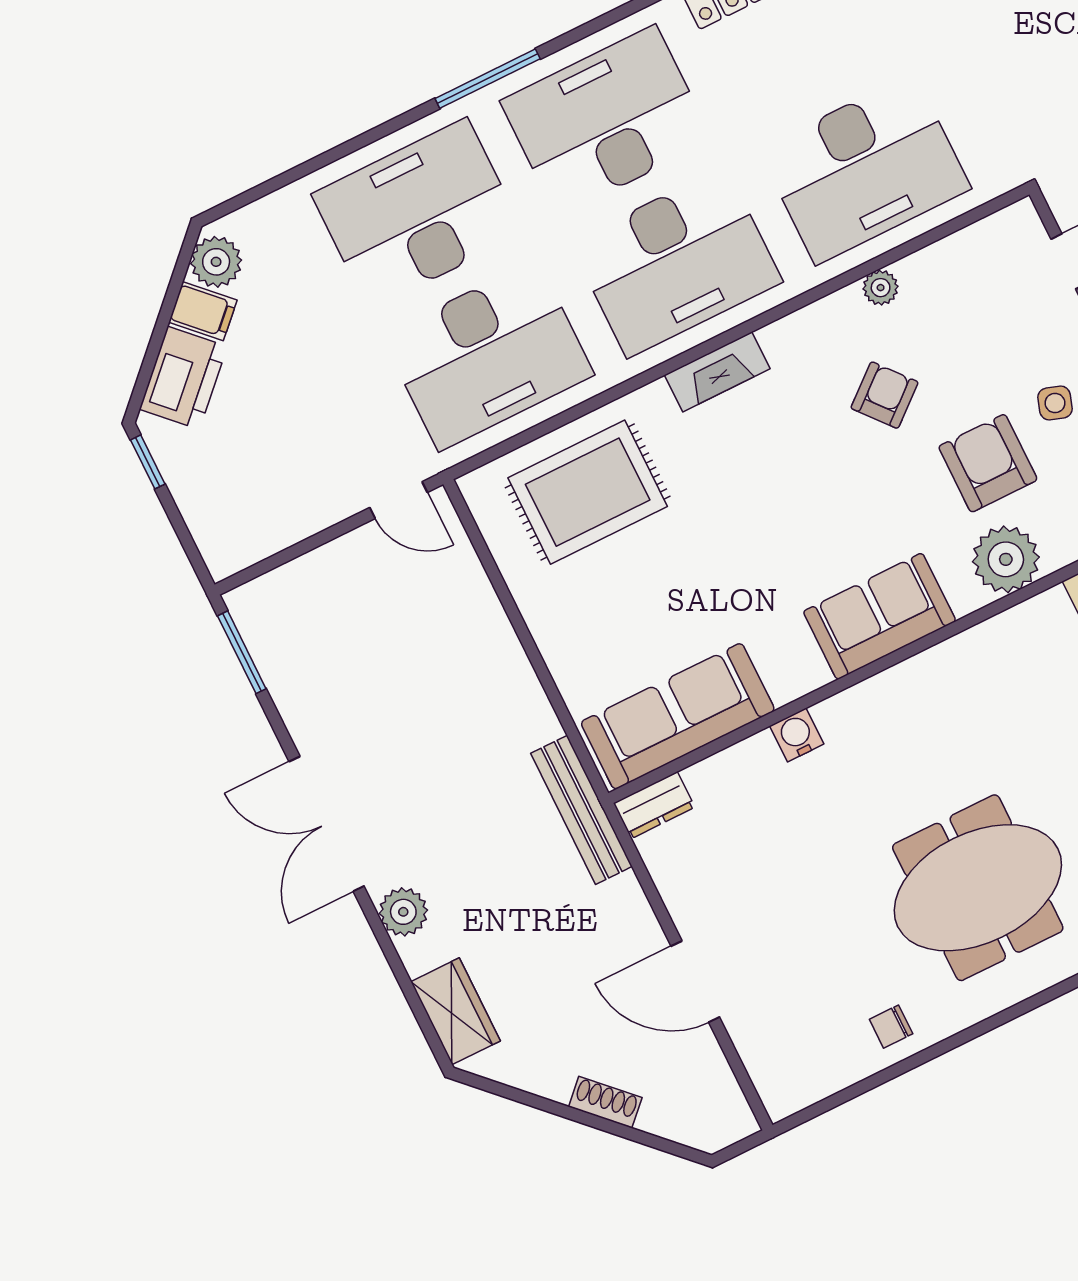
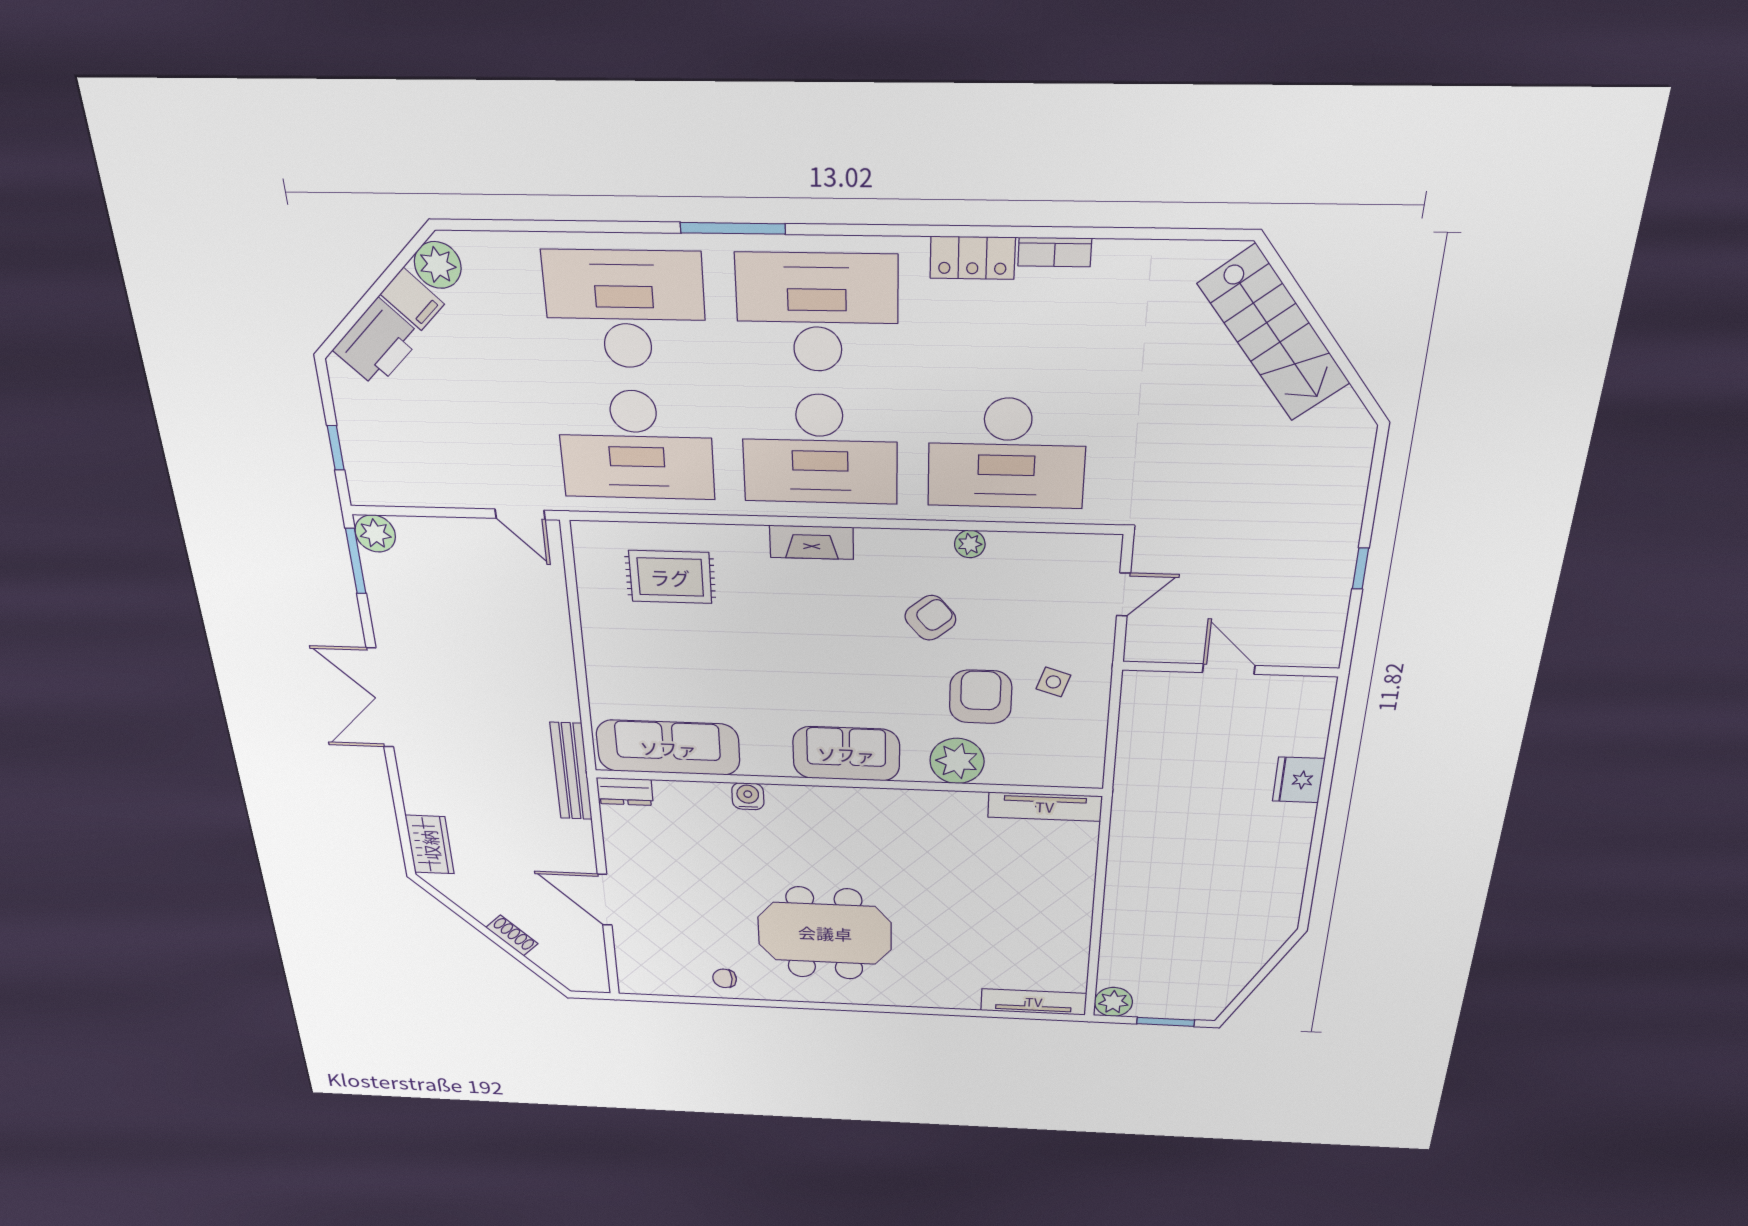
window: (148, 462) -> (336, 448), moved
rug: (588, 492) -> (670, 577), width x0.73, depth x0.70
plant: (403, 912) -> (375, 534), moved

